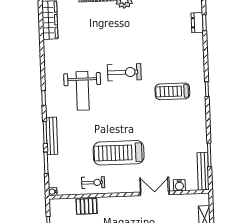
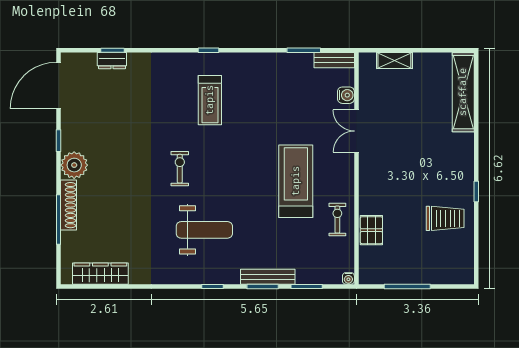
exercise bike: (124, 72) -> (180, 169), width x0.73, depth x0.72
treadmill: (119, 153) -> (296, 181), turned 180
bench: (203, 171) -> (334, 60), width x0.73

